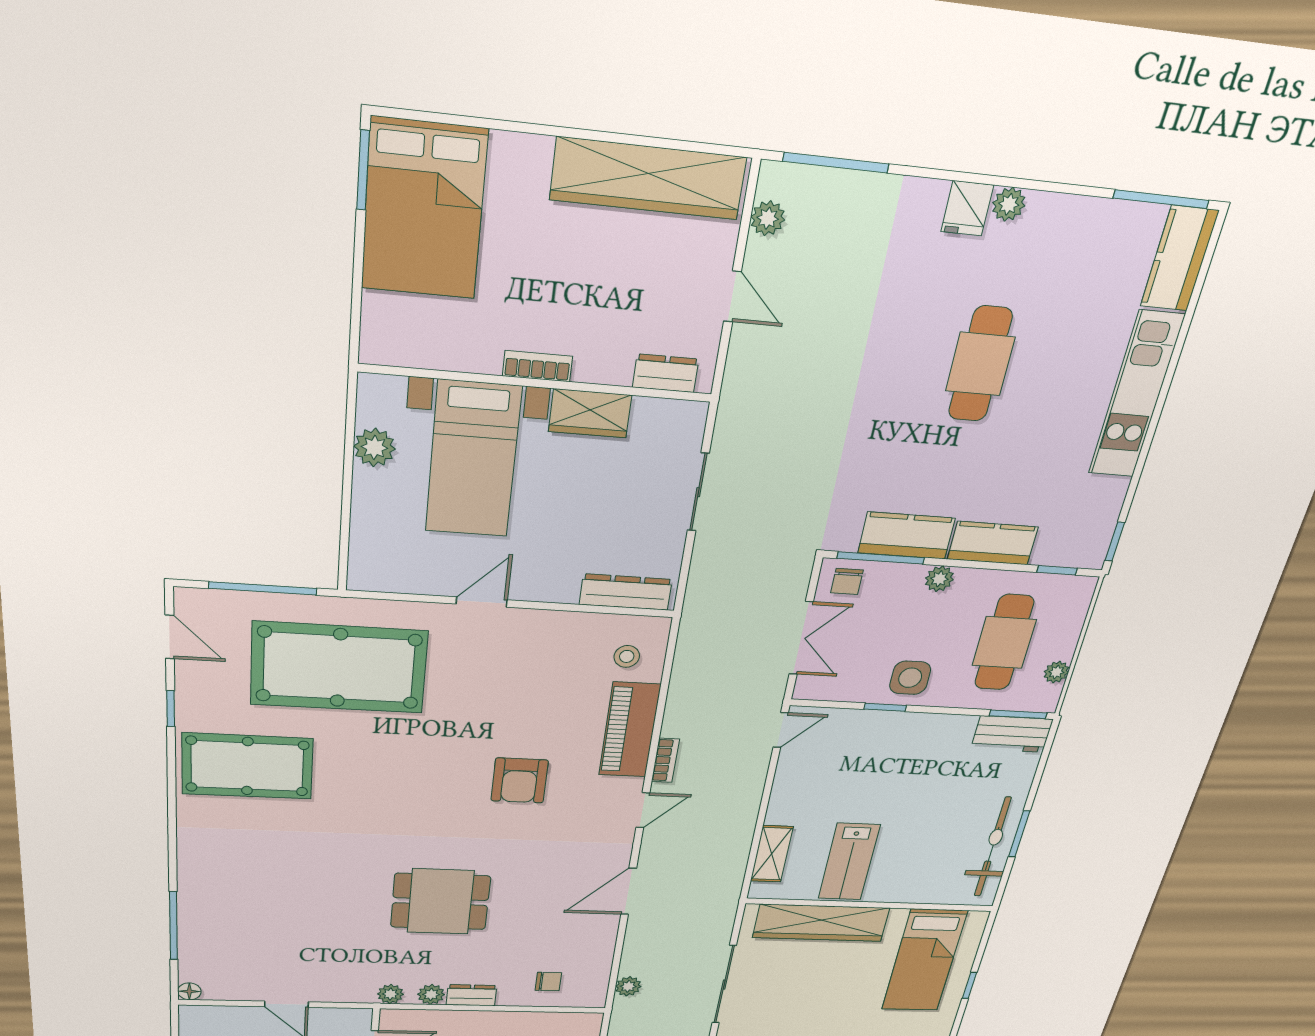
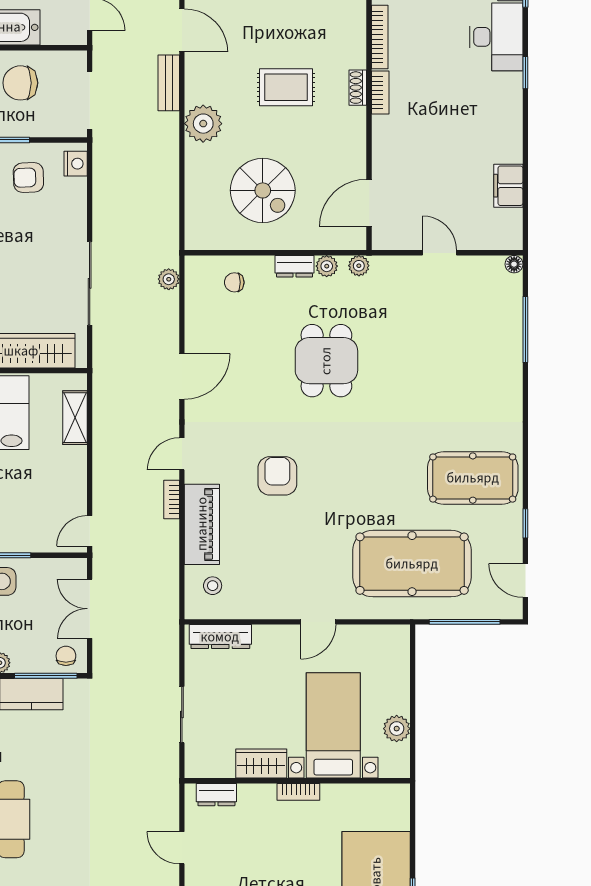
dining table: (441, 902) -> (326, 361), turned 90

